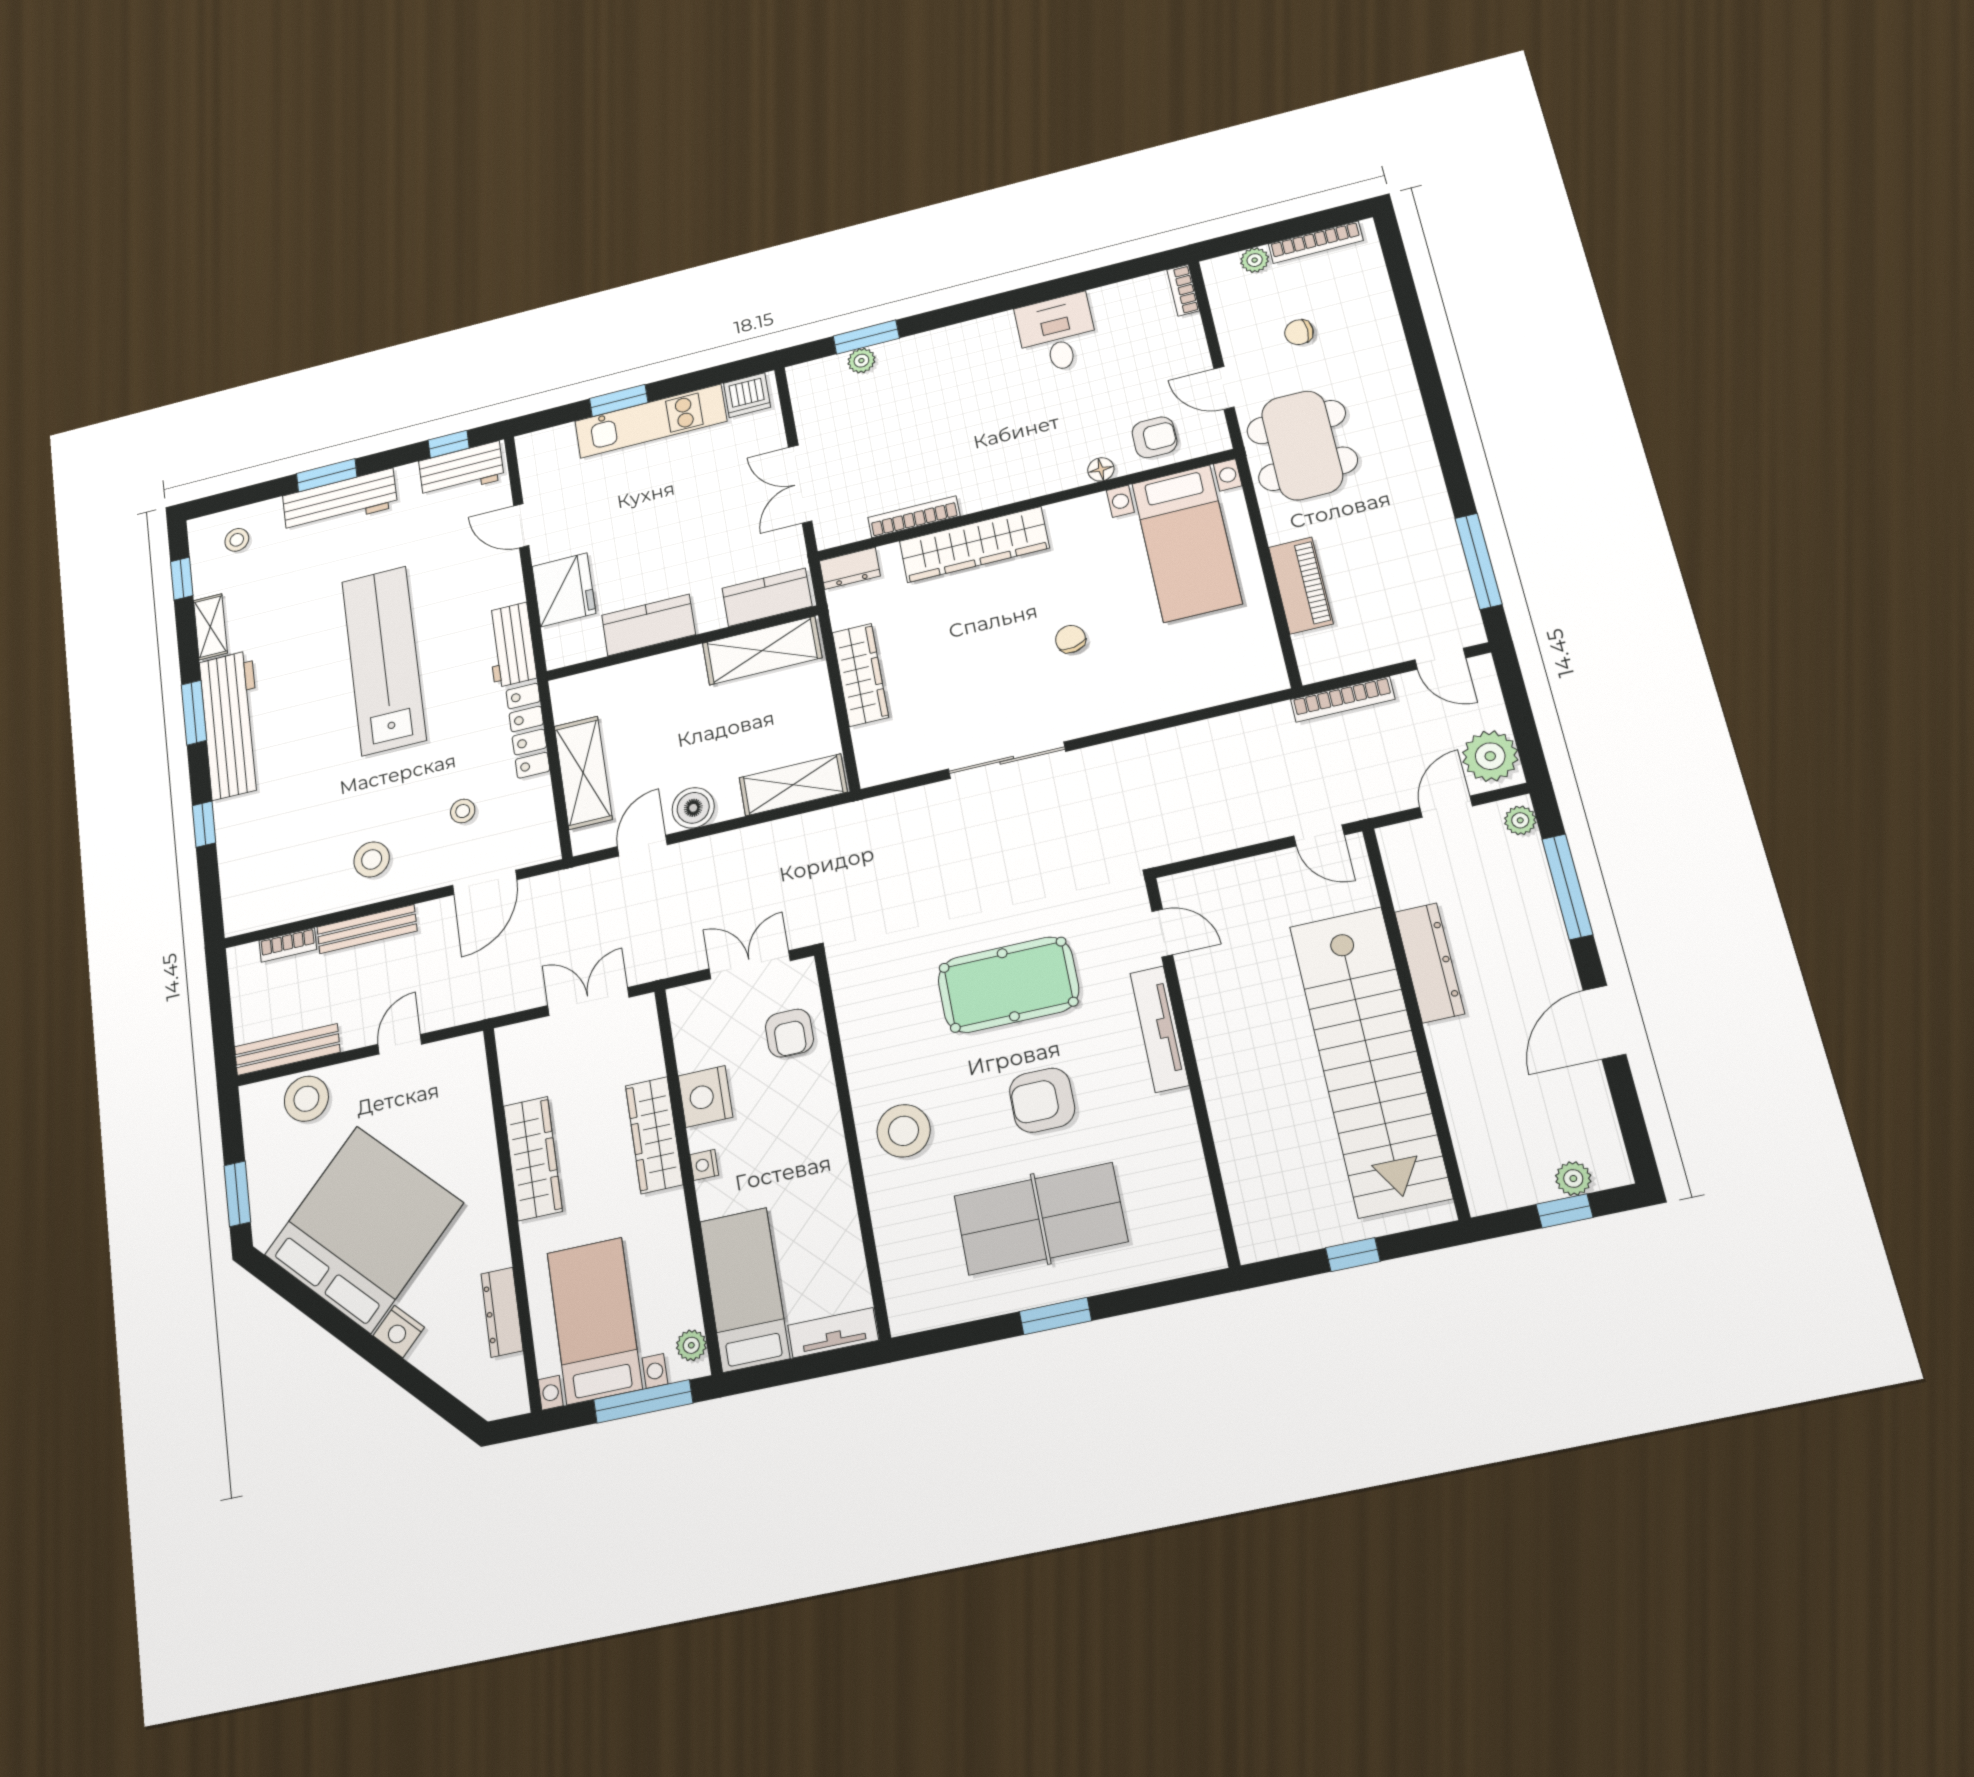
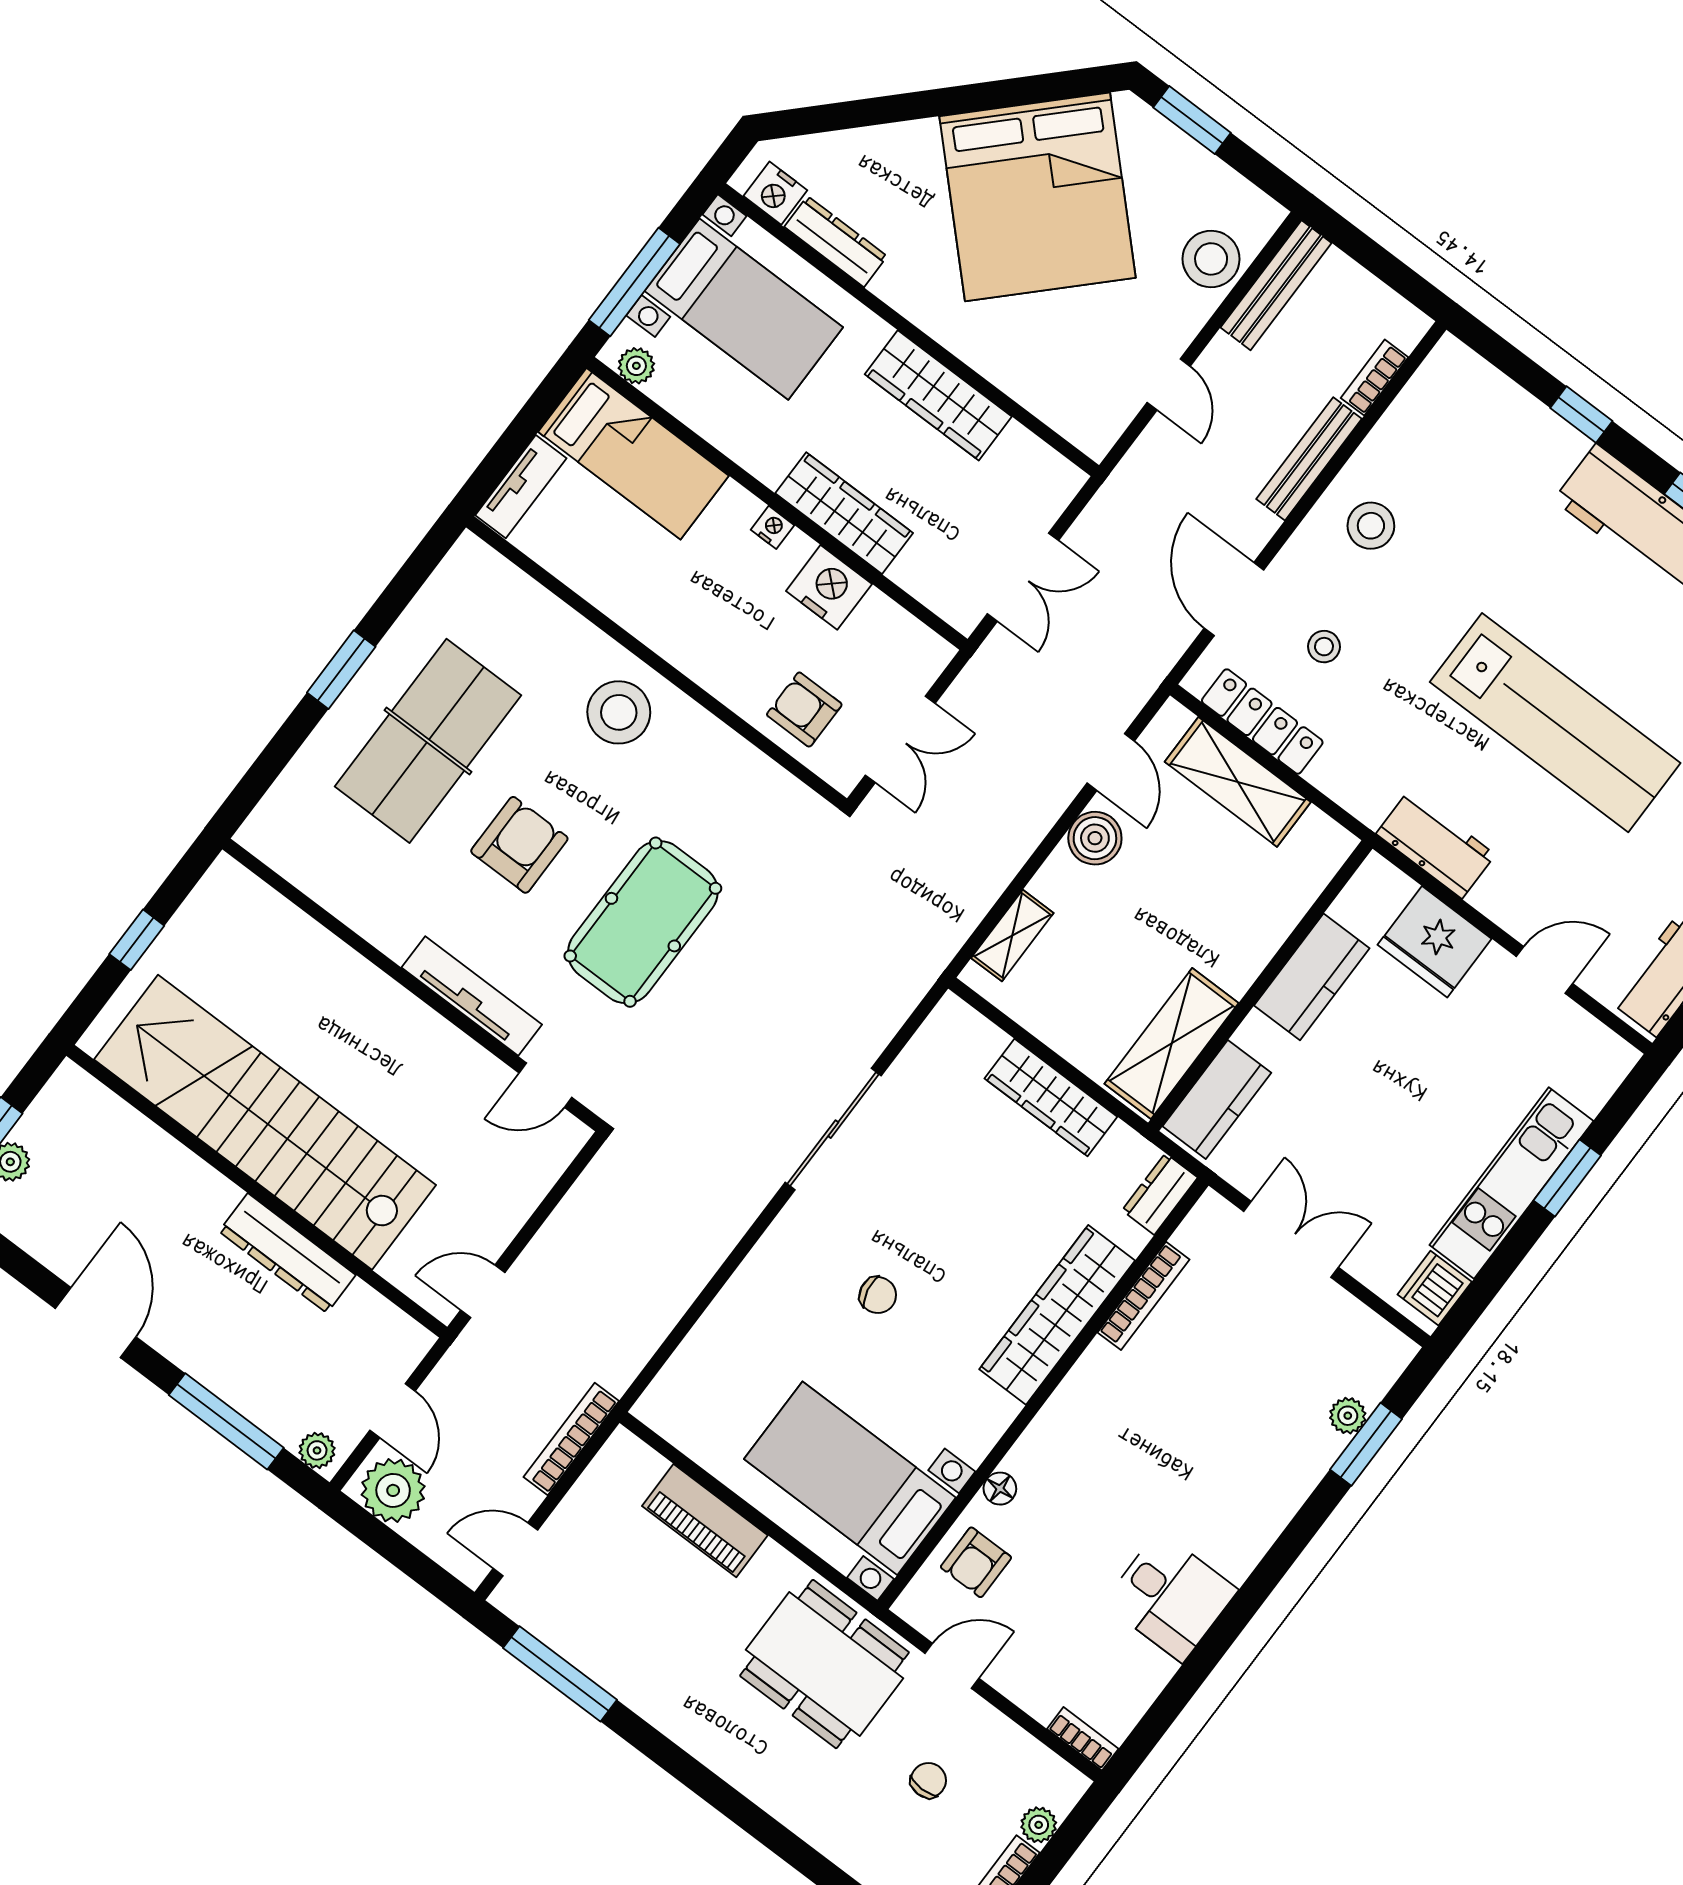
locker: (528, 730) -> (1262, 722), moved
shelving: (793, 785) -> (1012, 936), width x0.67, depth x0.75
nightstand: (399, 1331) -> (775, 193), moved, turned -135

